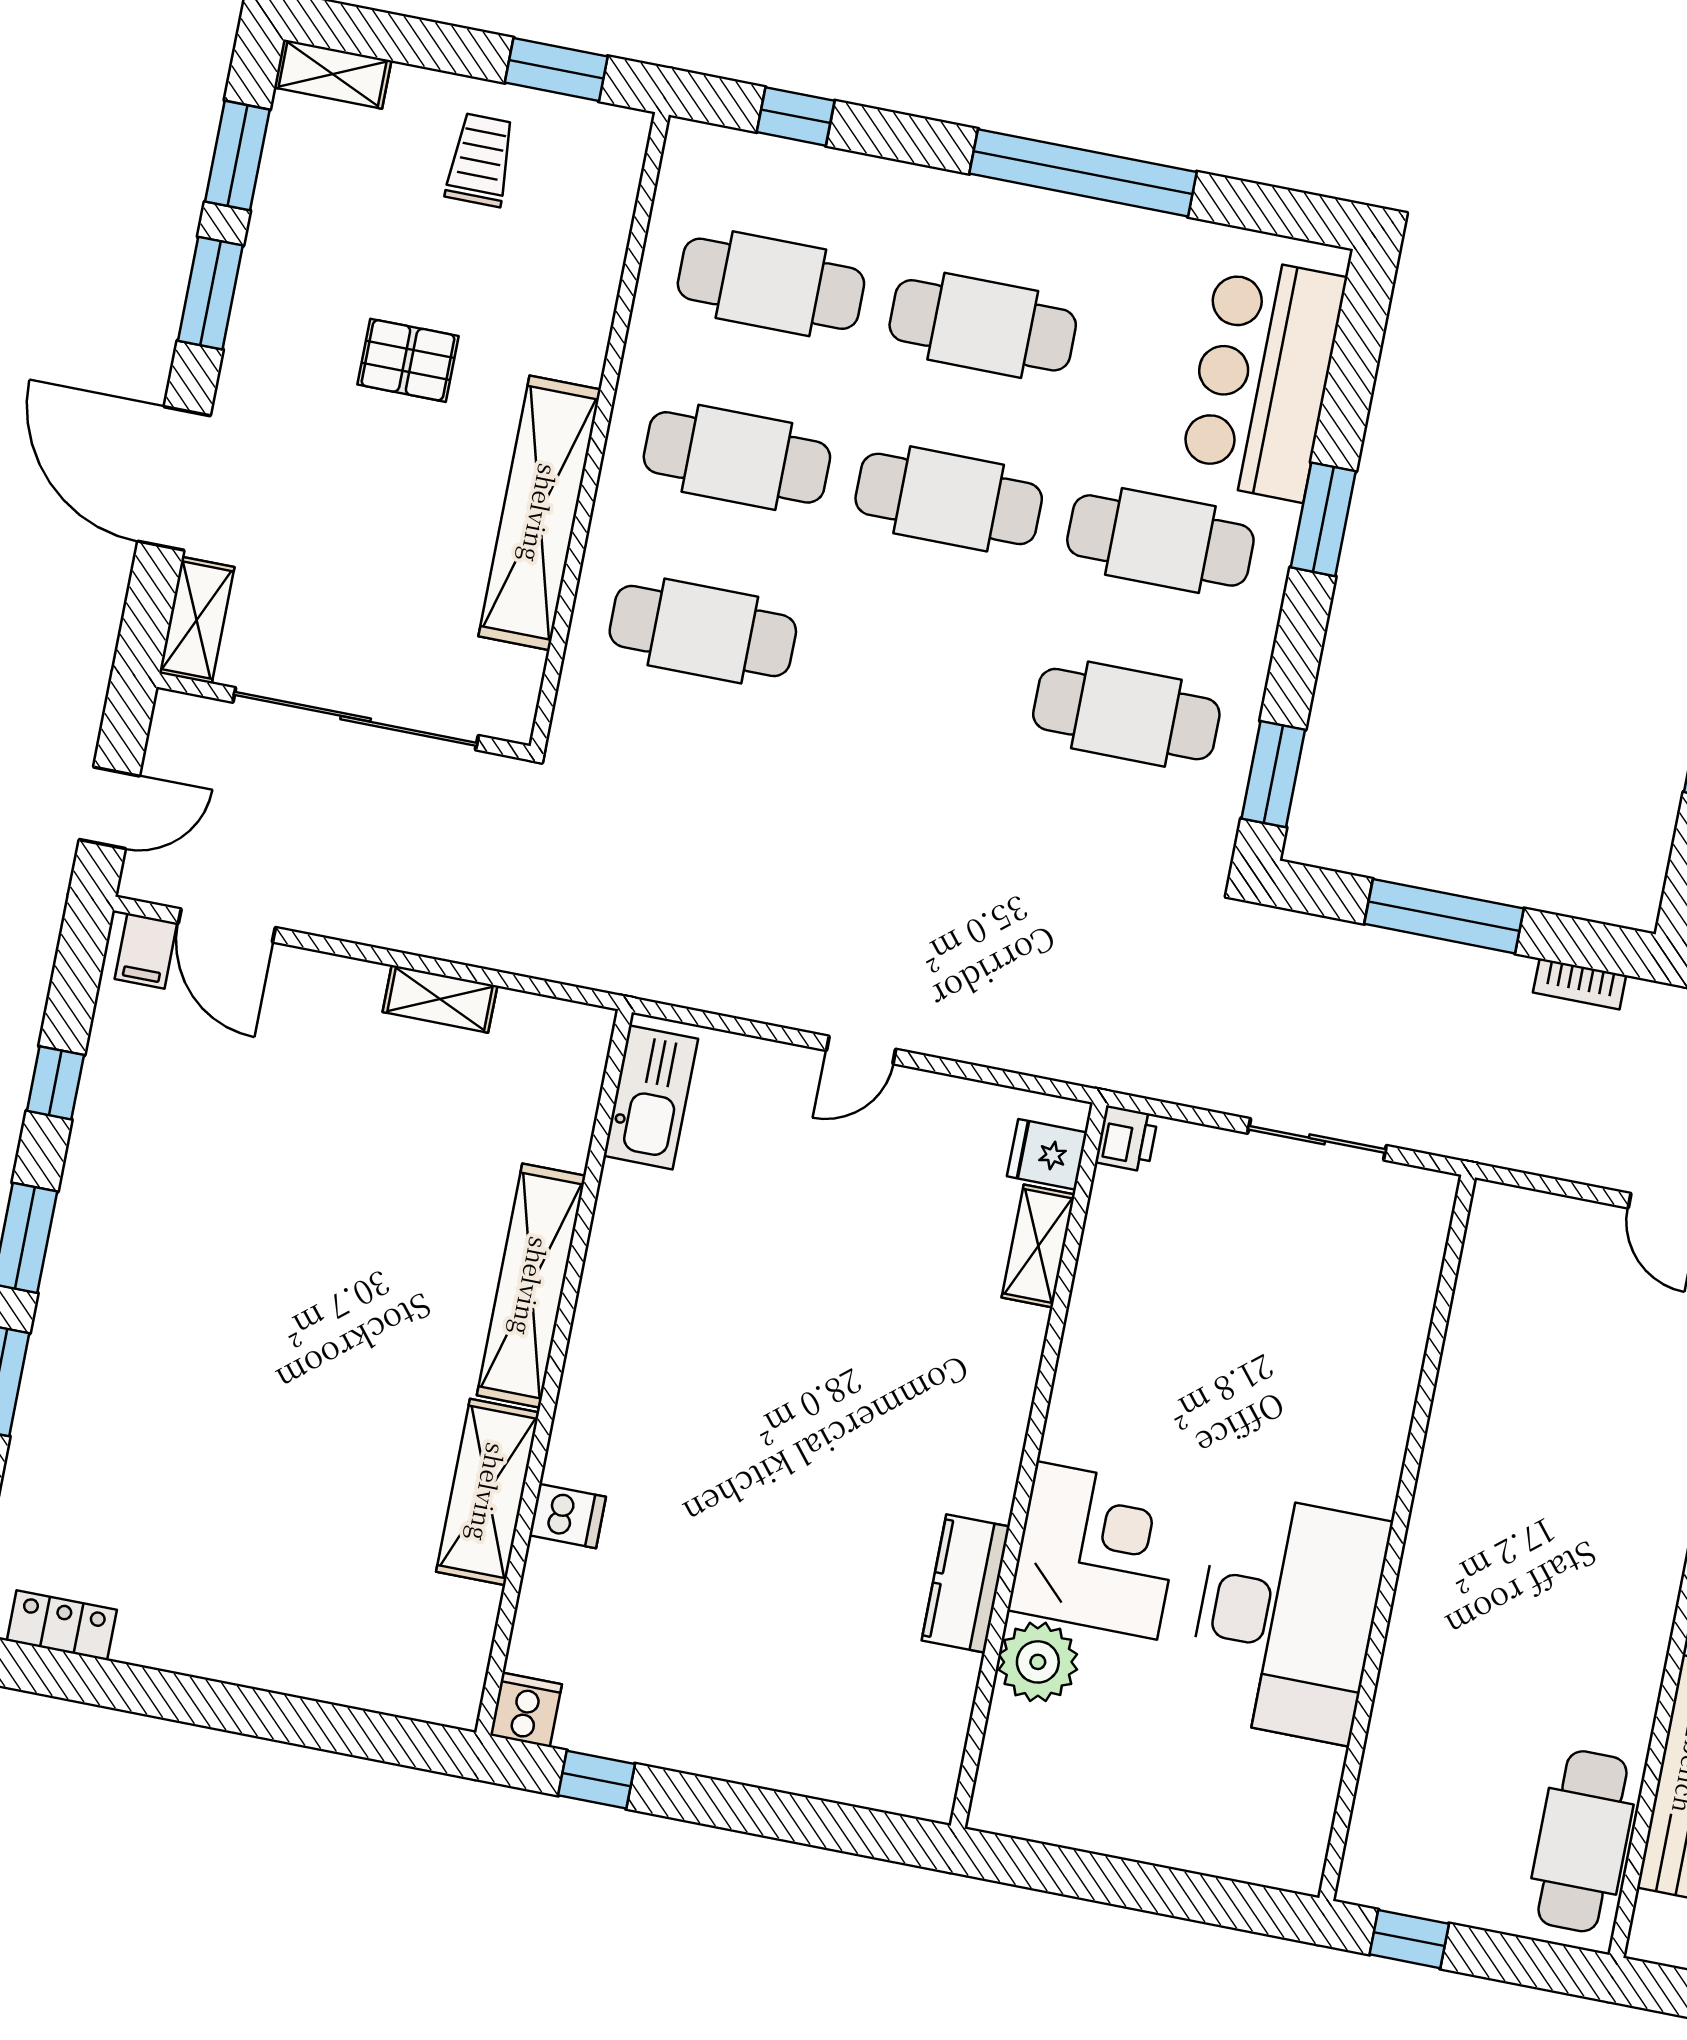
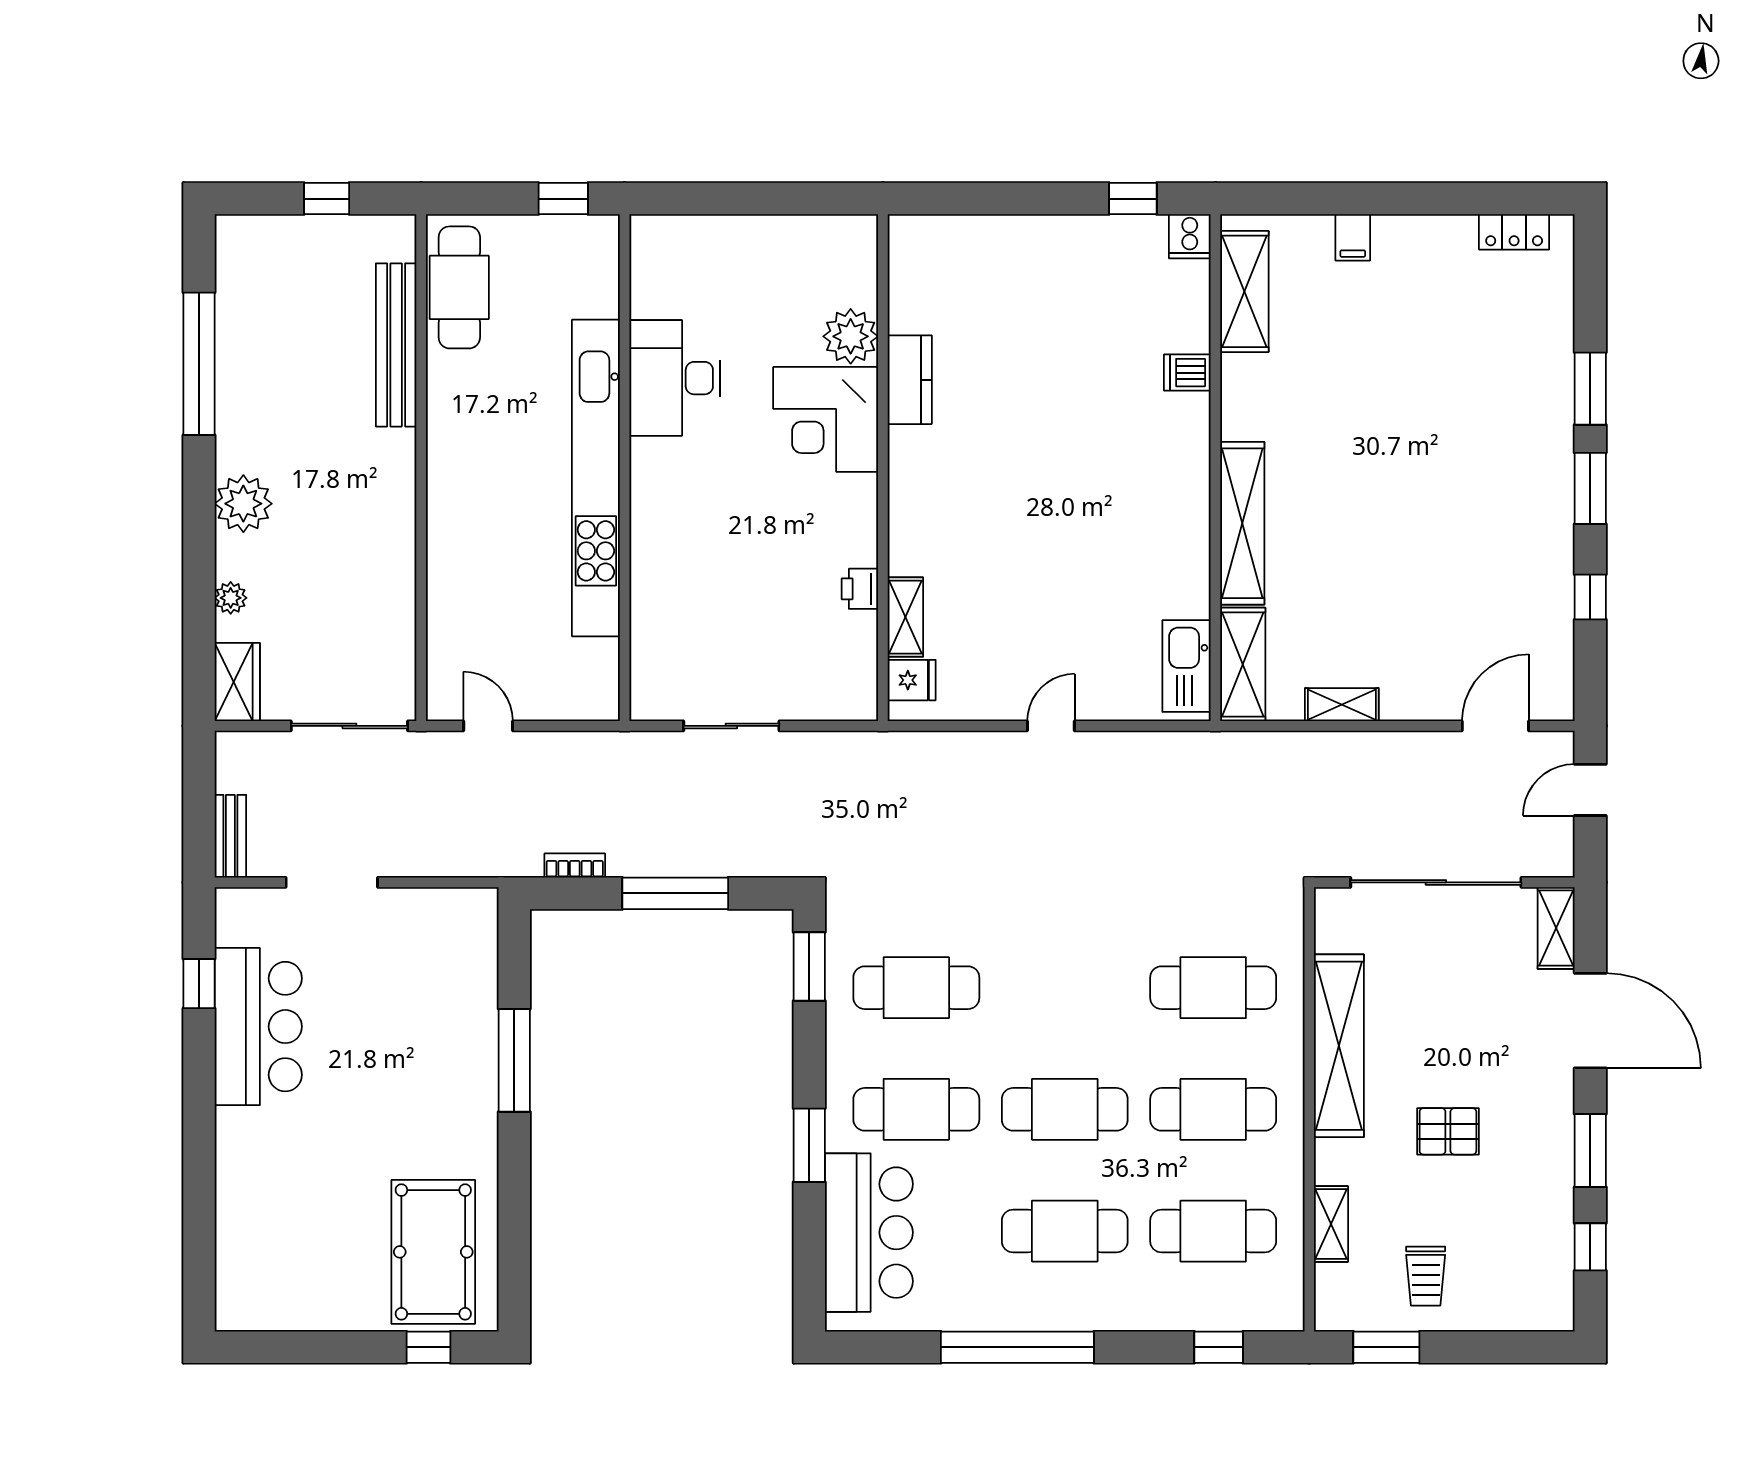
shelving: (333, 74) -> (1331, 1224), moved, turned 90
window: (237, 156) -> (1590, 1247), width x0.67
door: (227, 925) -> (1495, 726), hinge flipped
filing cabinet: (146, 951) -> (1353, 237), moved, turned 180
shelving: (570, 1084) -> (1243, 664), added
printer: (1127, 1139) -> (860, 589), moved
shelving: (488, 1492) -> (1244, 291), moved
kitchen unit: (1441, 1531) -> (596, 478), added
desk: (1287, 1618) -> (675, 378), width x0.73, depth x0.77

